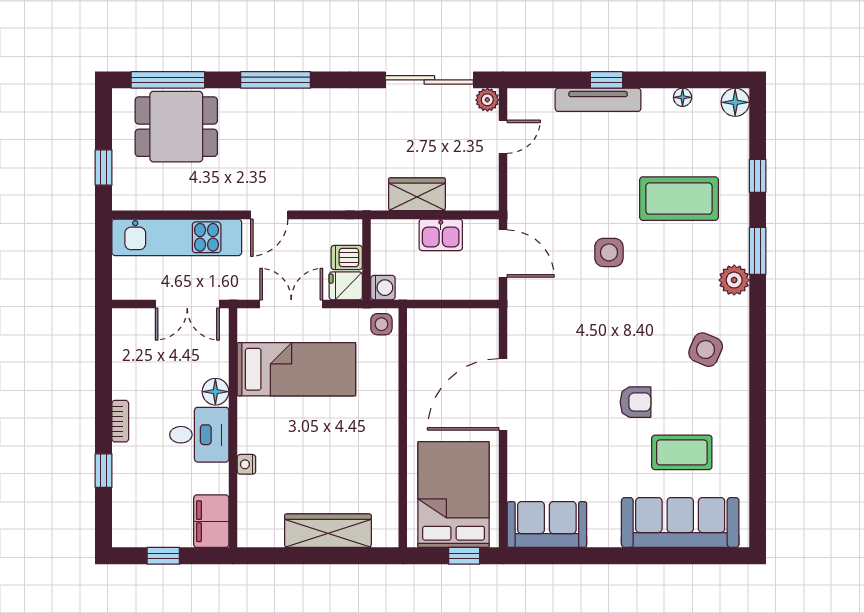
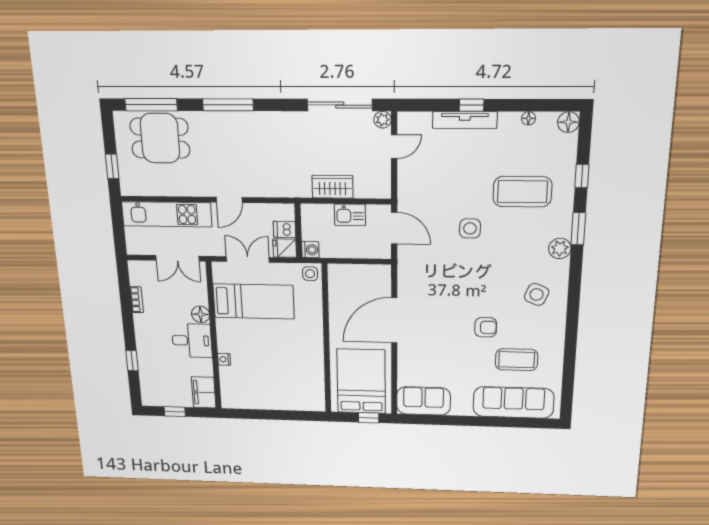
bookcase: (120, 421) -> (137, 300), moved
wardrobe: (328, 531) -> (279, 400), removed

